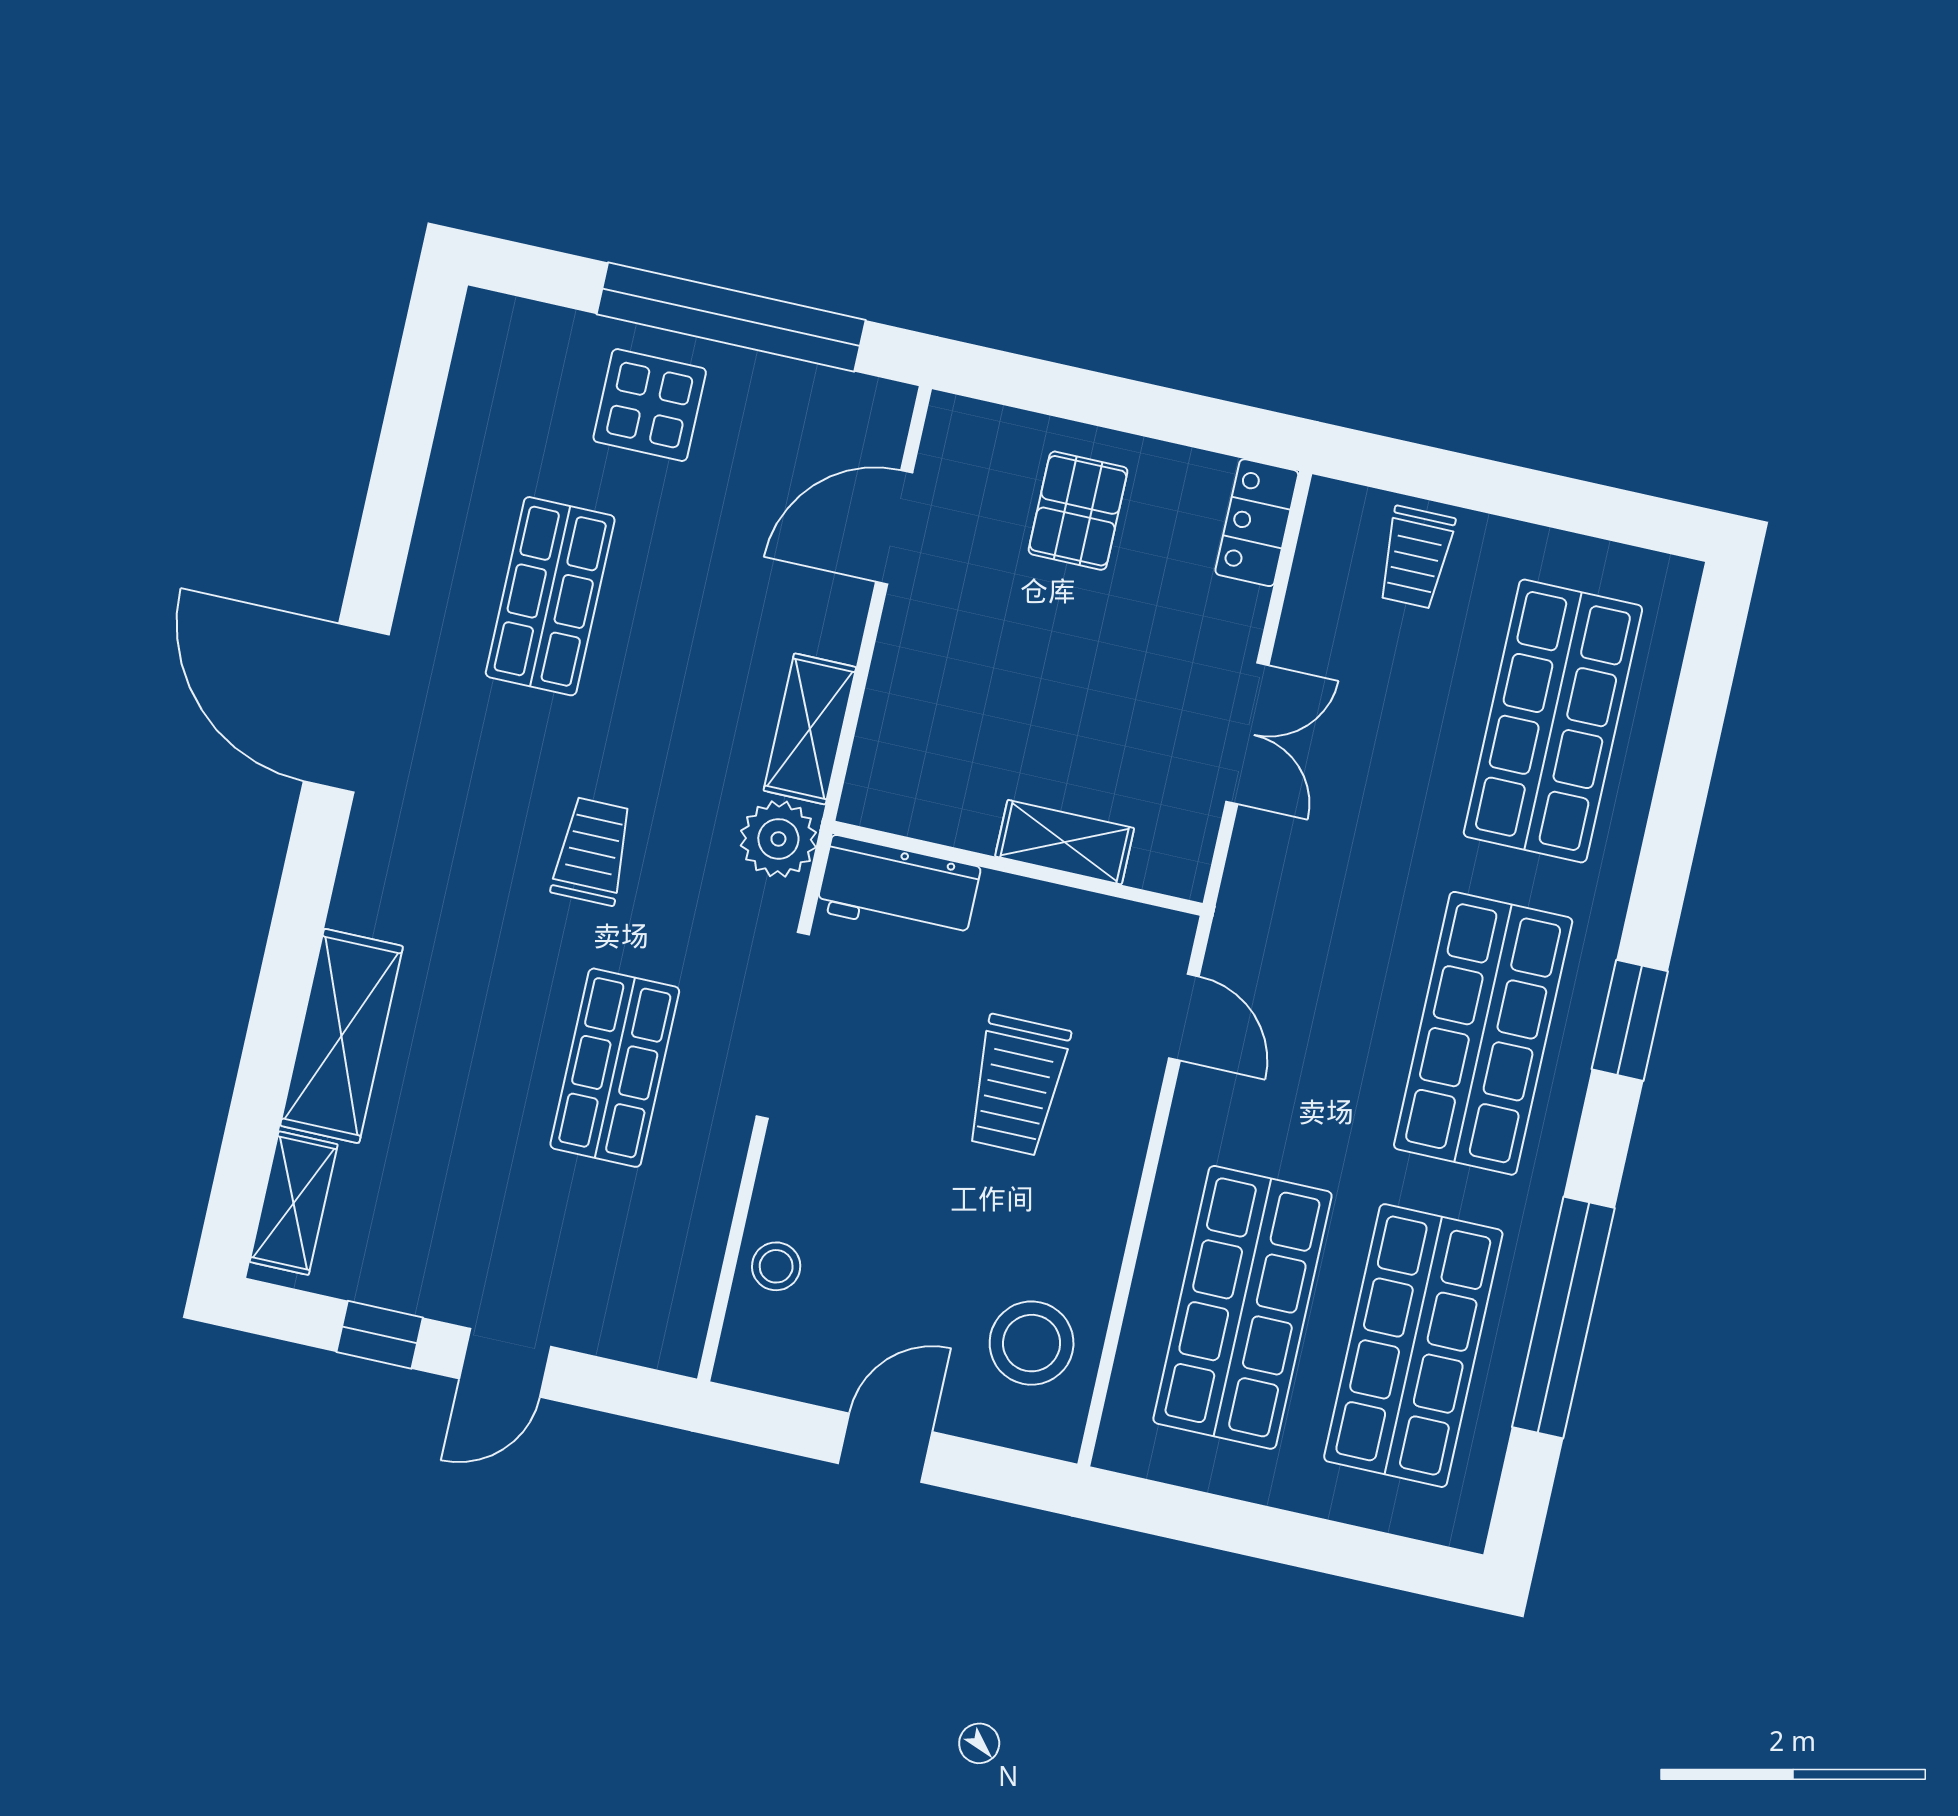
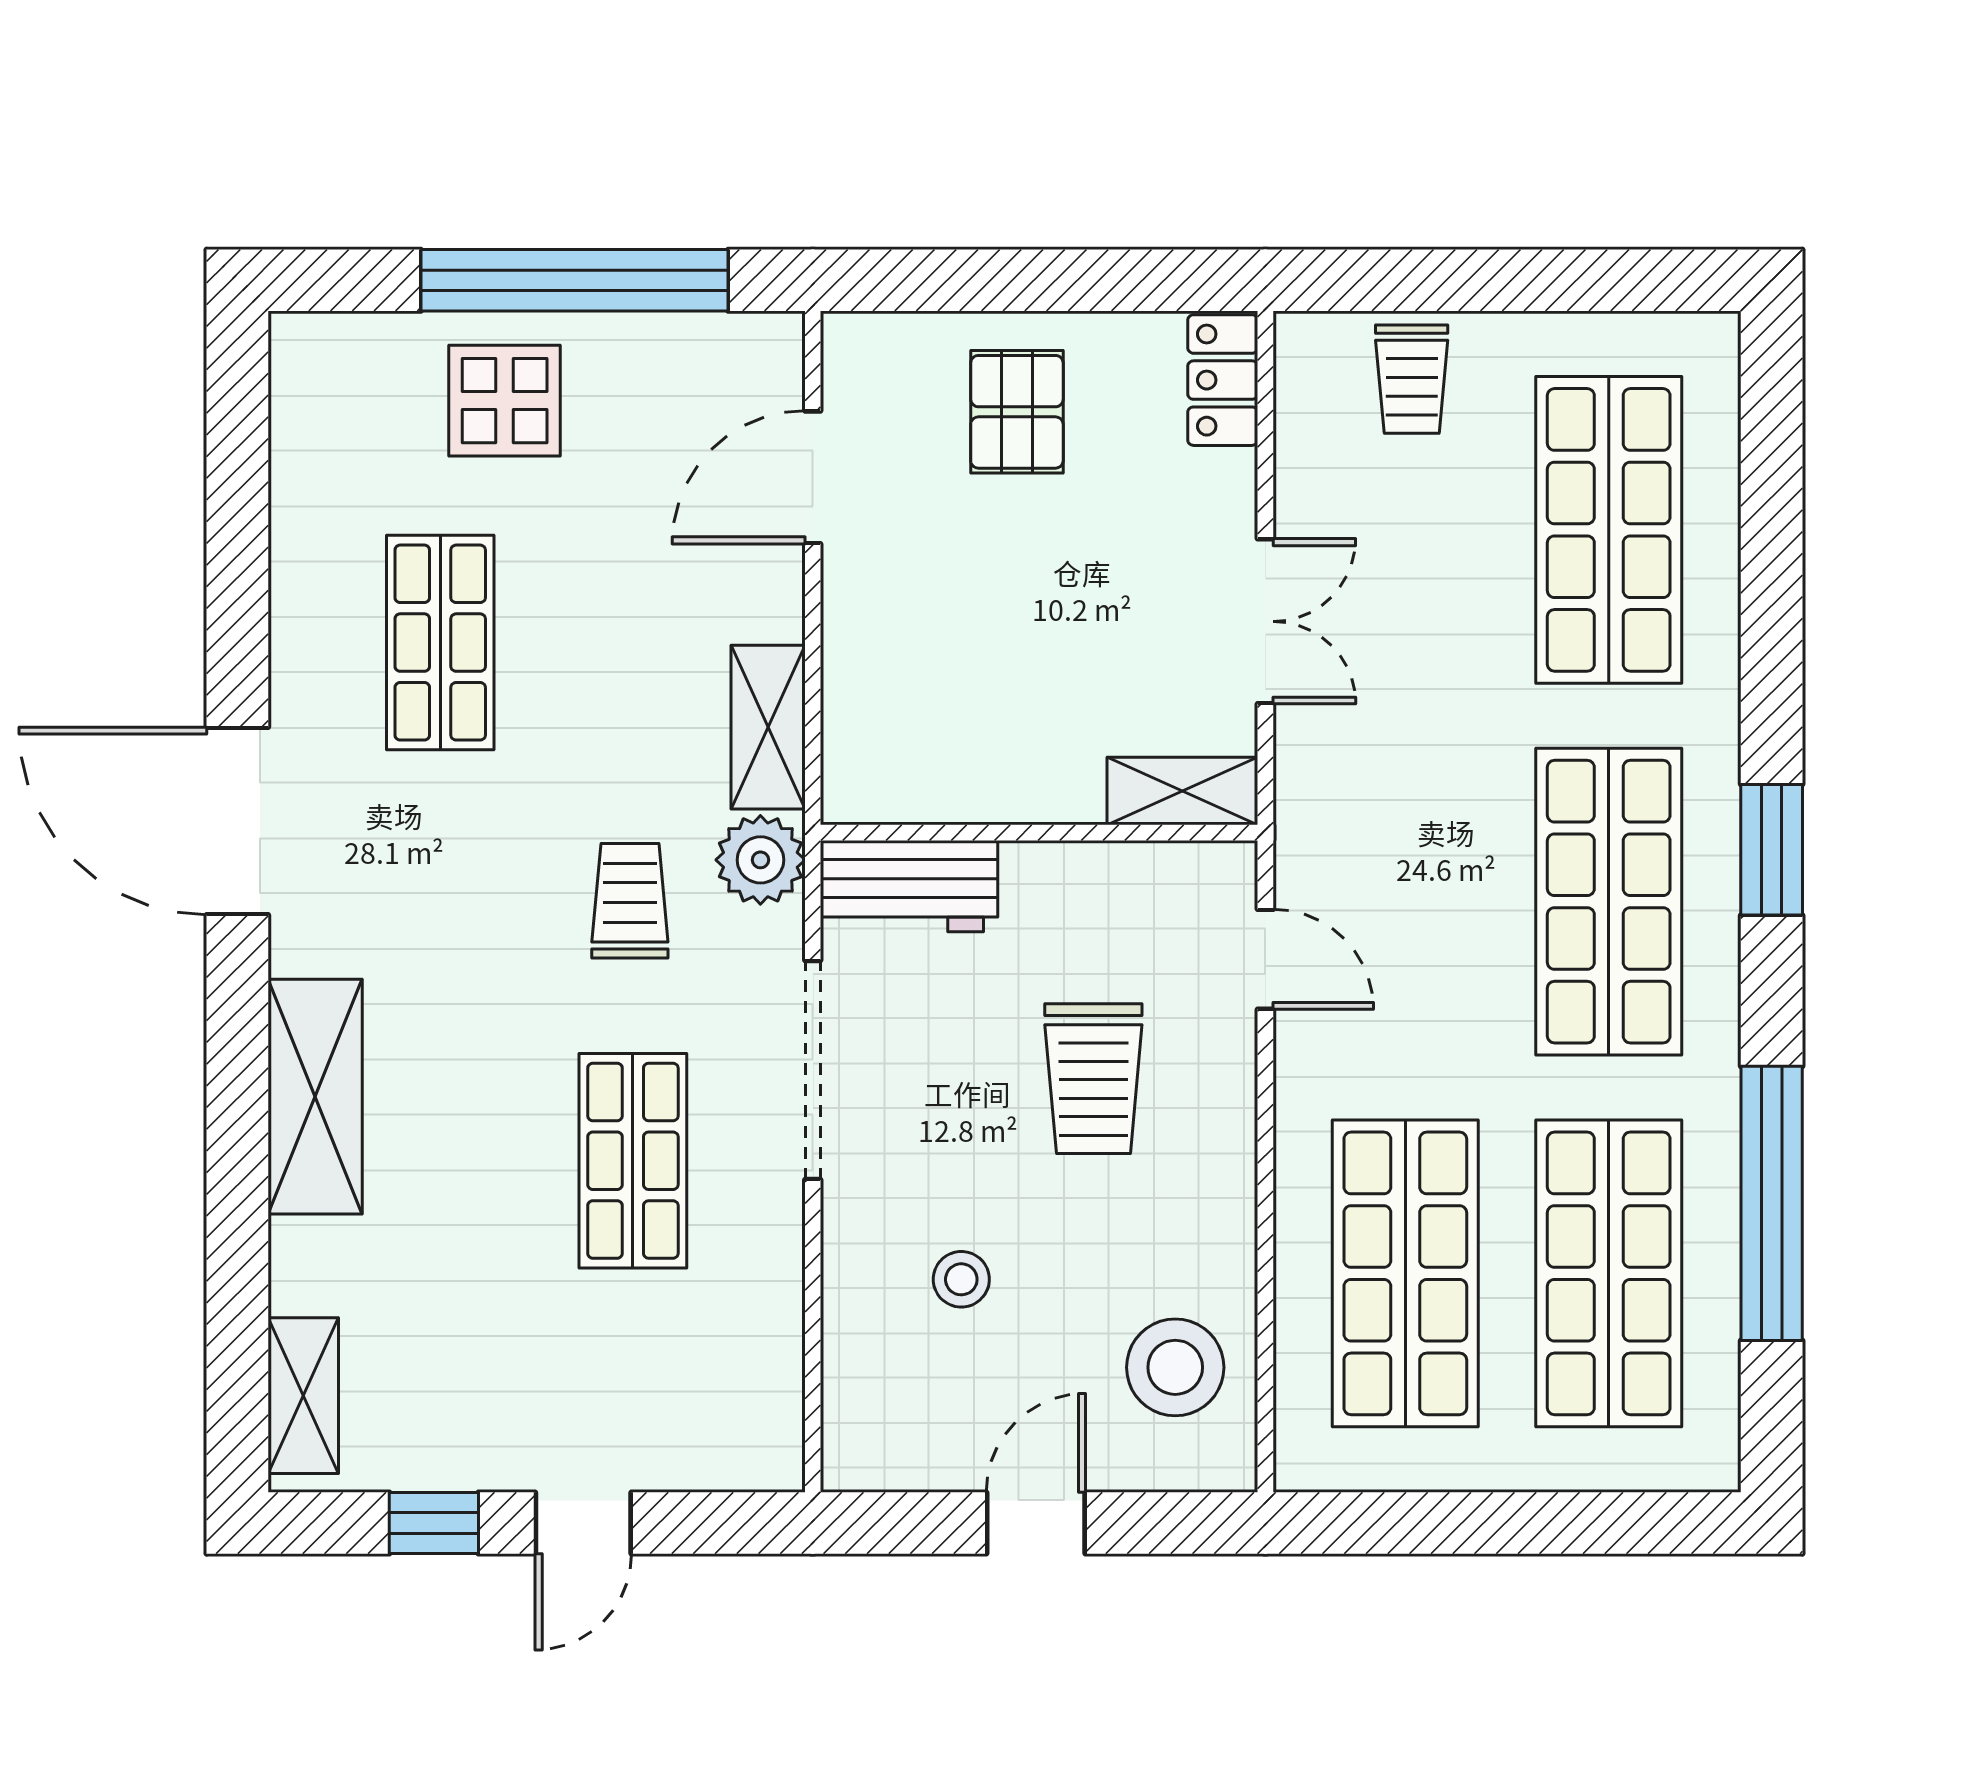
shelving: (1065, 842) -> (1182, 791), moved
trolley: (592, 851) -> (630, 901), moved
shelving: (342, 1036) -> (315, 1097), moved
stool: (776, 1266) -> (961, 1279), moved

